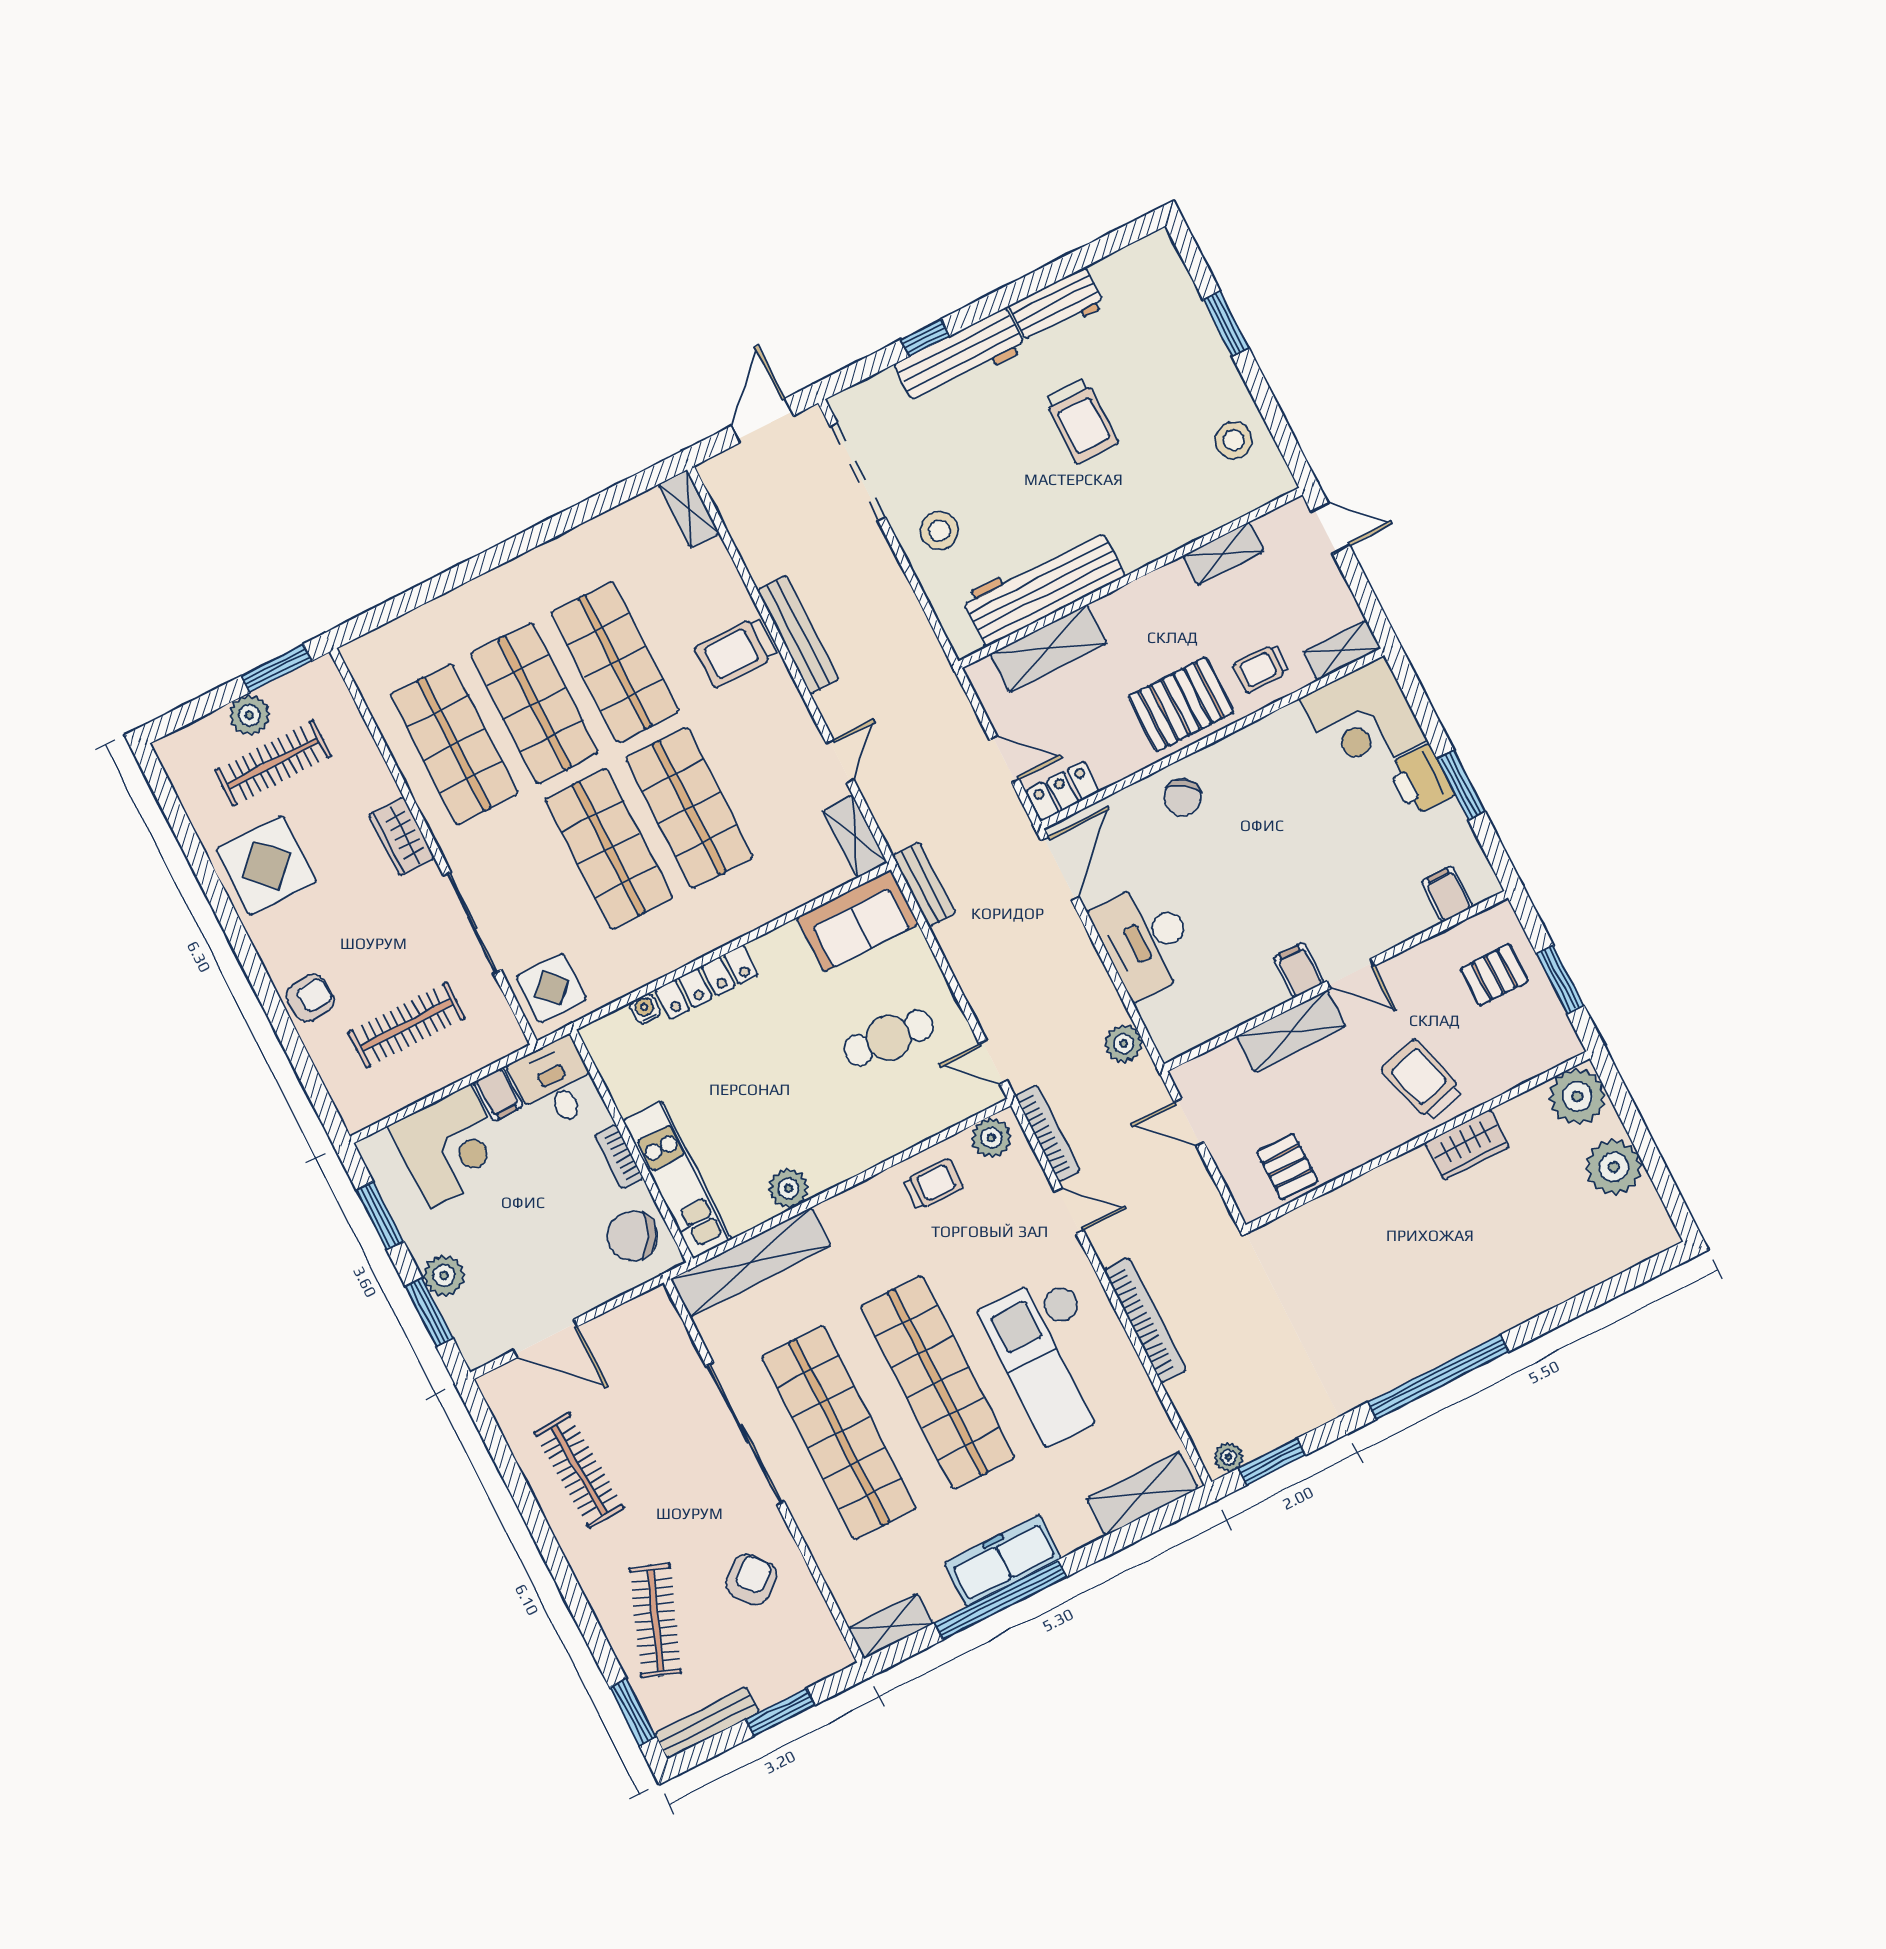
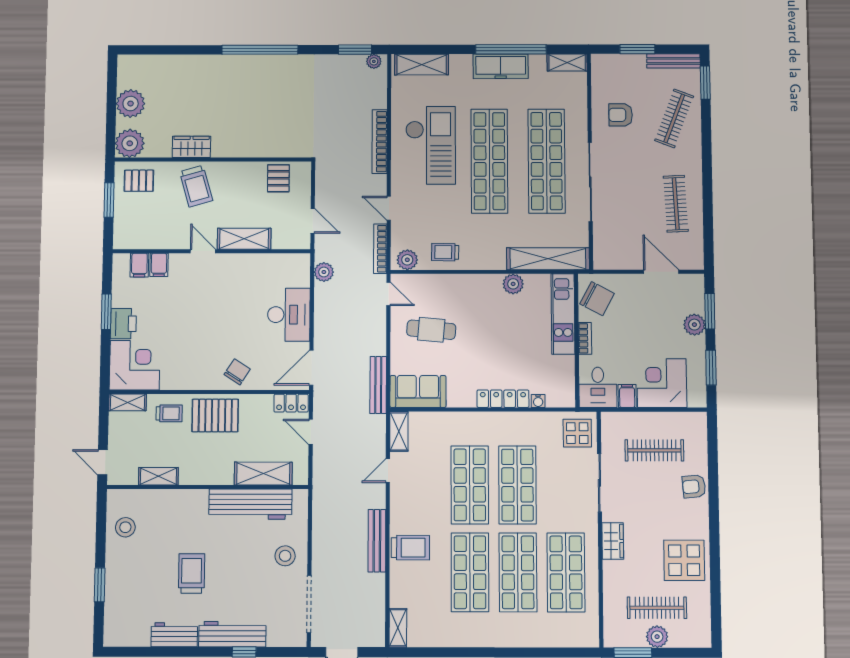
bench: (924, 884) -> (378, 385), width x1.36
filing cabinet: (1299, 970) -> (159, 265), moved
pallet: (1494, 975) -> (139, 181), moved
armchair: (751, 1579) -> (621, 115), turned 39

